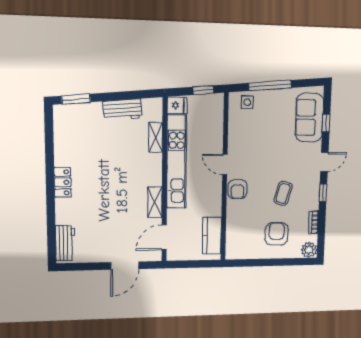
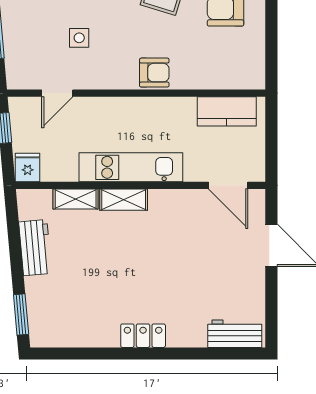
side table: (247, 102) -> (79, 38), moved
kitchen unit: (177, 162) -> (131, 167), width x0.73
door: (225, 165) -> (57, 93), moved
shelving: (155, 202) -> (124, 200), moved

